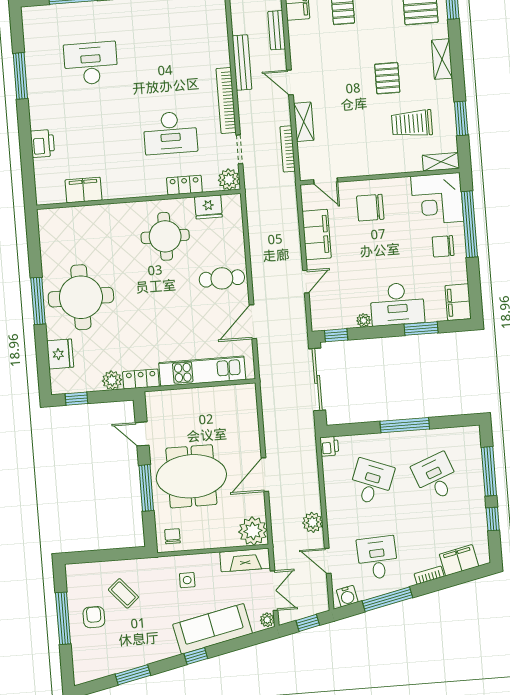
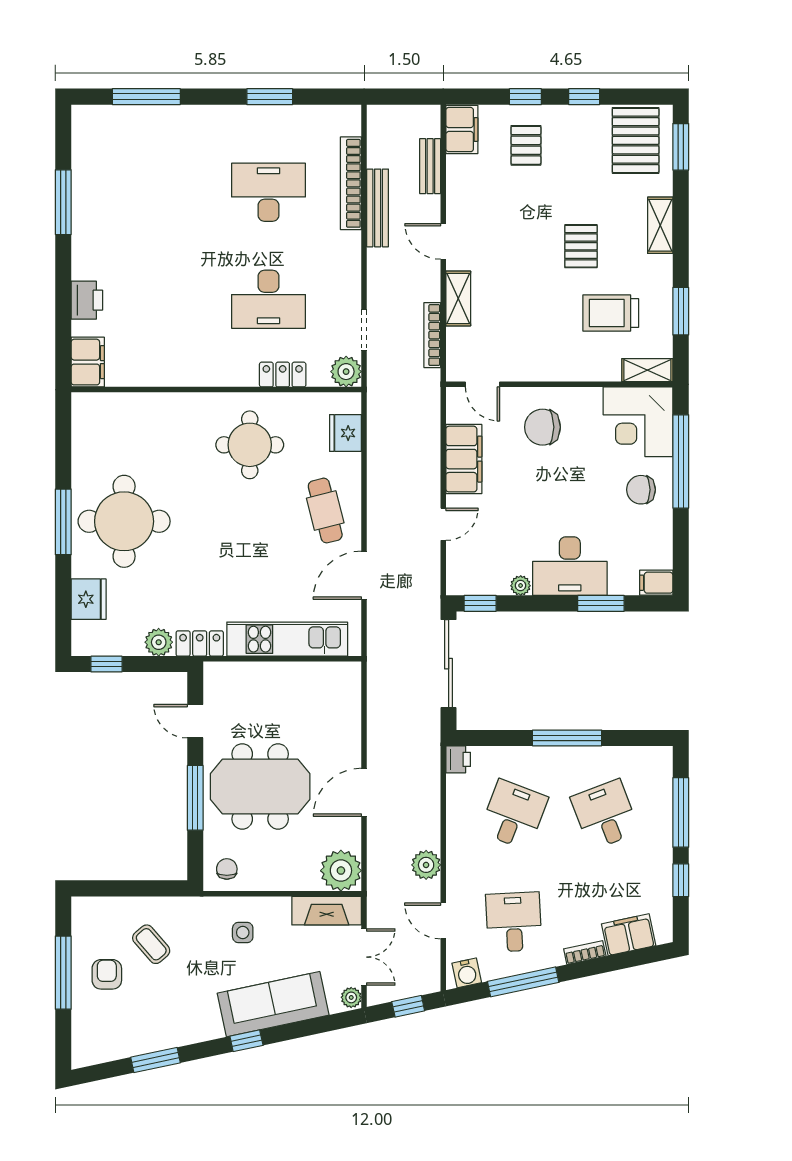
desk: (91, 63) -> (268, 192), moved
bookcase: (226, 100) -> (351, 183), moved
filing cabinet: (84, 190) -> (88, 362), moved, turned 90
fridge: (208, 207) -> (346, 433), moved, turned 90
cafe table: (222, 278) -> (325, 511), turned 76
filing cabinet: (458, 302) -> (656, 583), width x0.50

